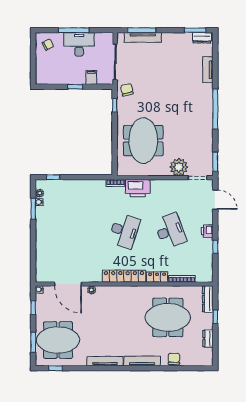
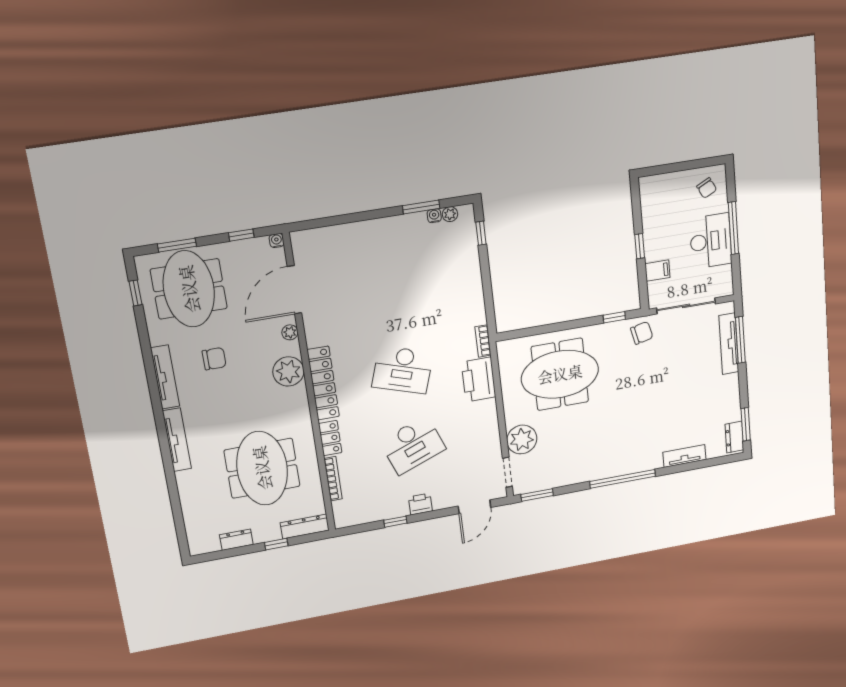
plant: (114, 294) -> (288, 371), added
chair: (174, 359) -> (214, 359), moved

